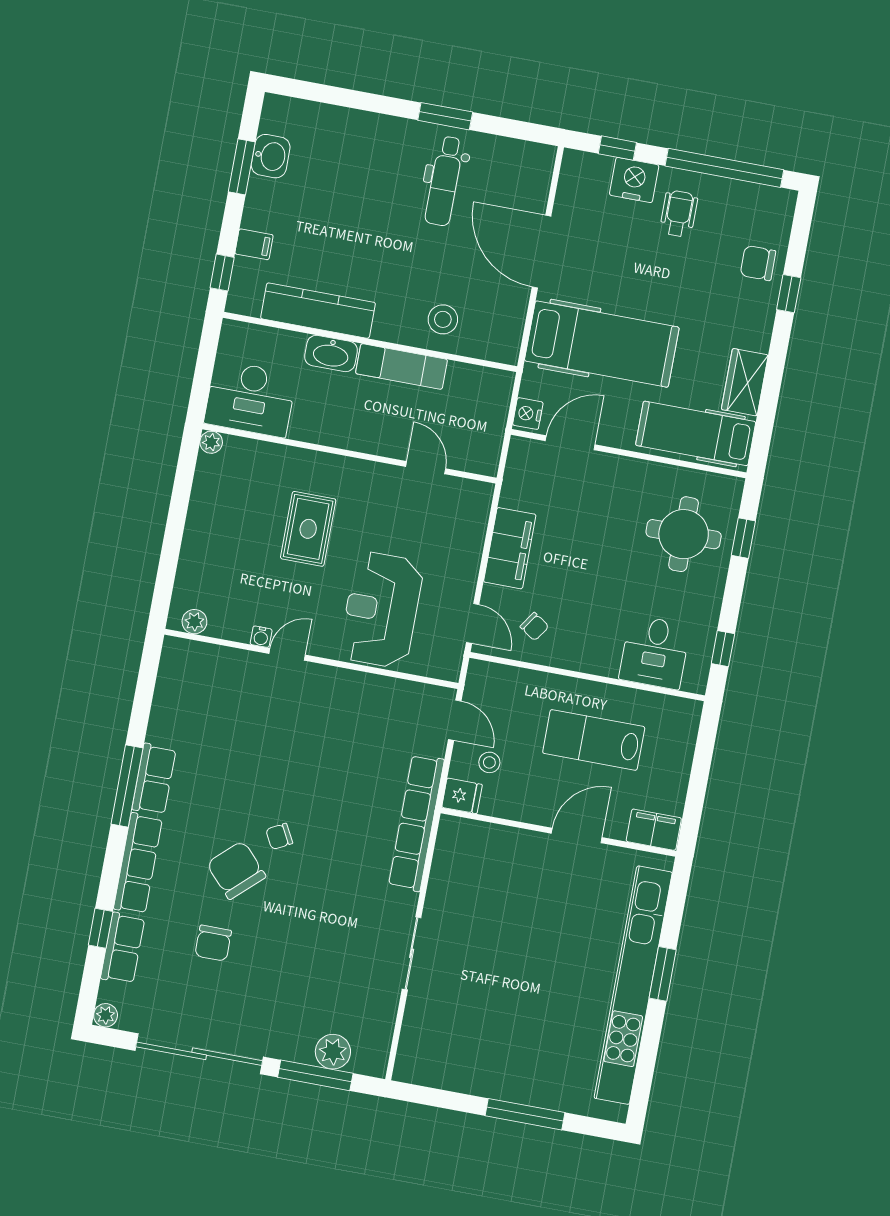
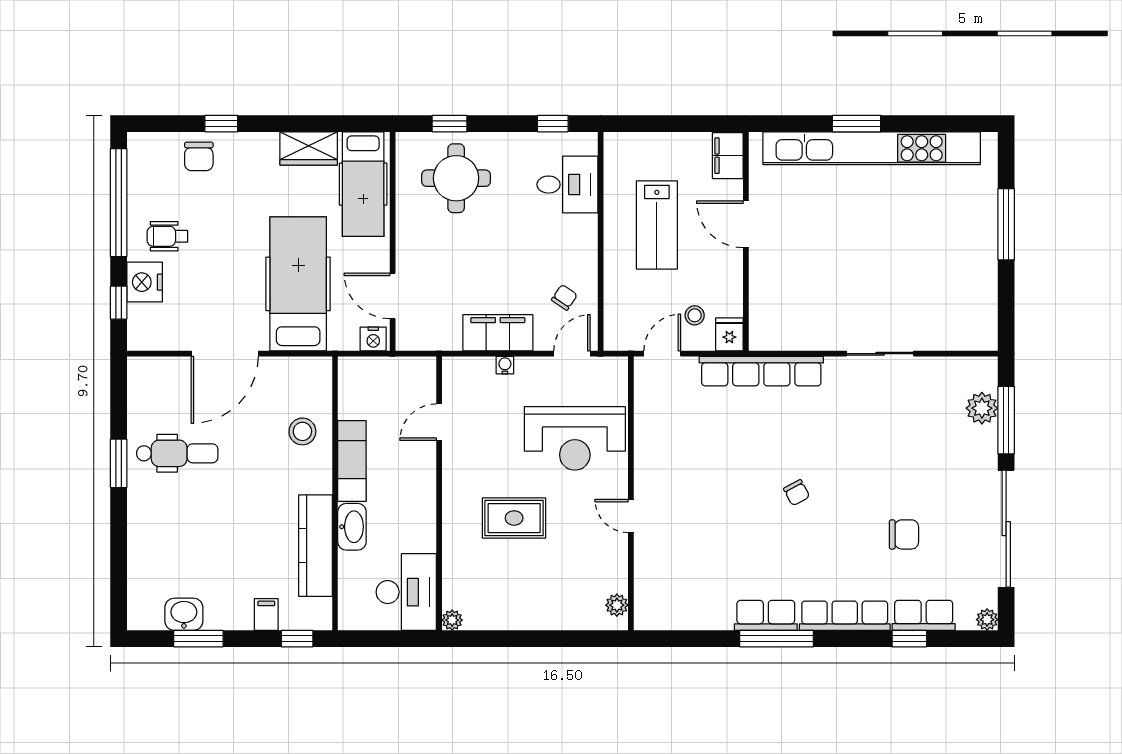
water cooler: (261, 637) -> (505, 365), moved, turned -90
chair: (236, 870) -> (834, 526), removed

